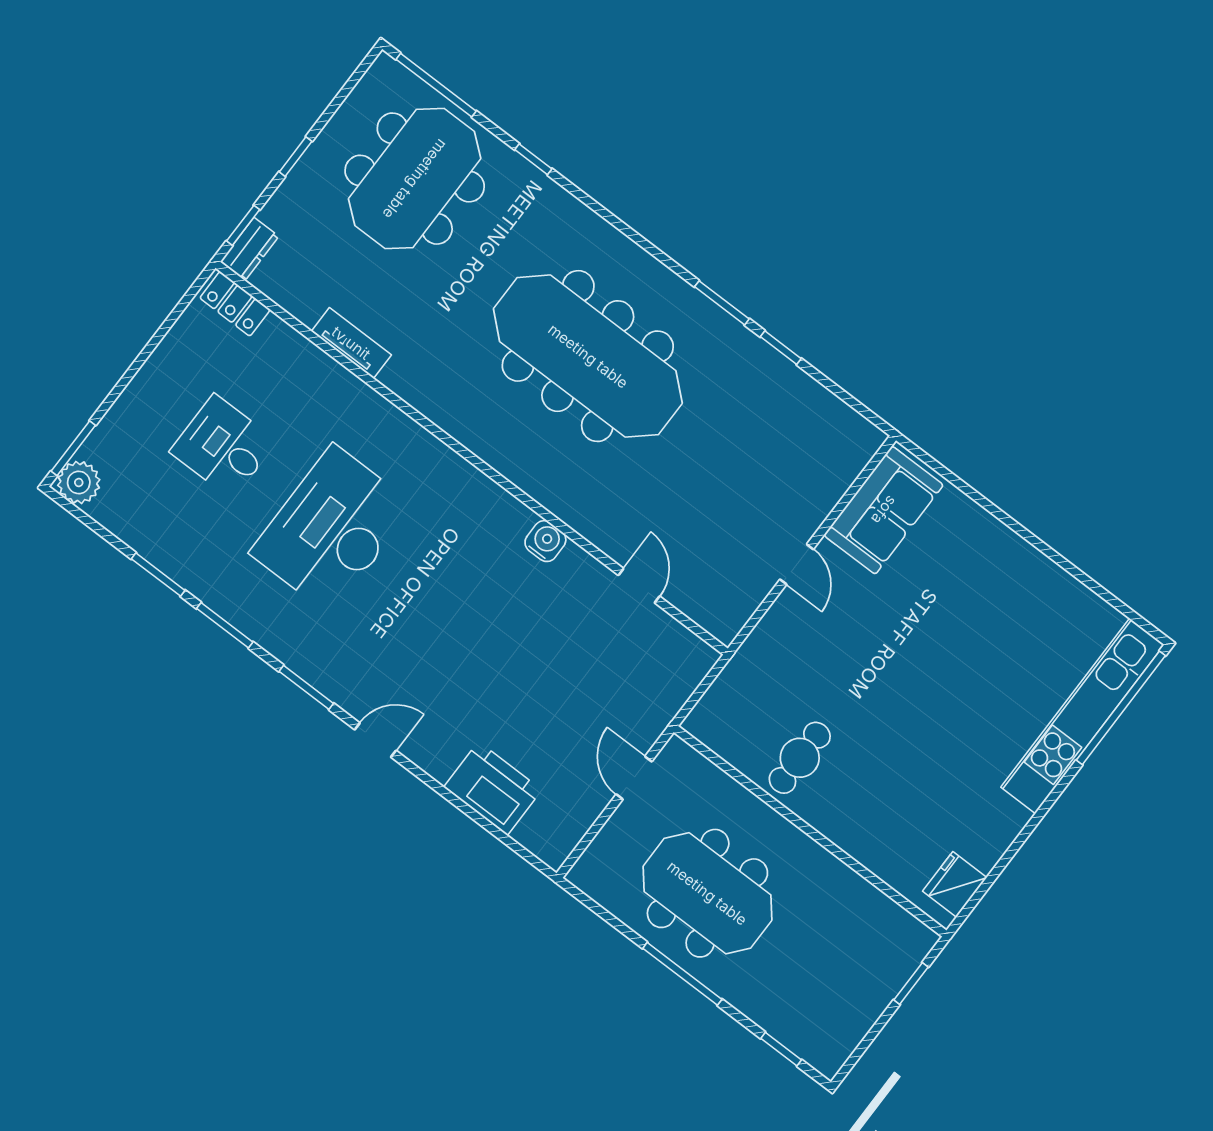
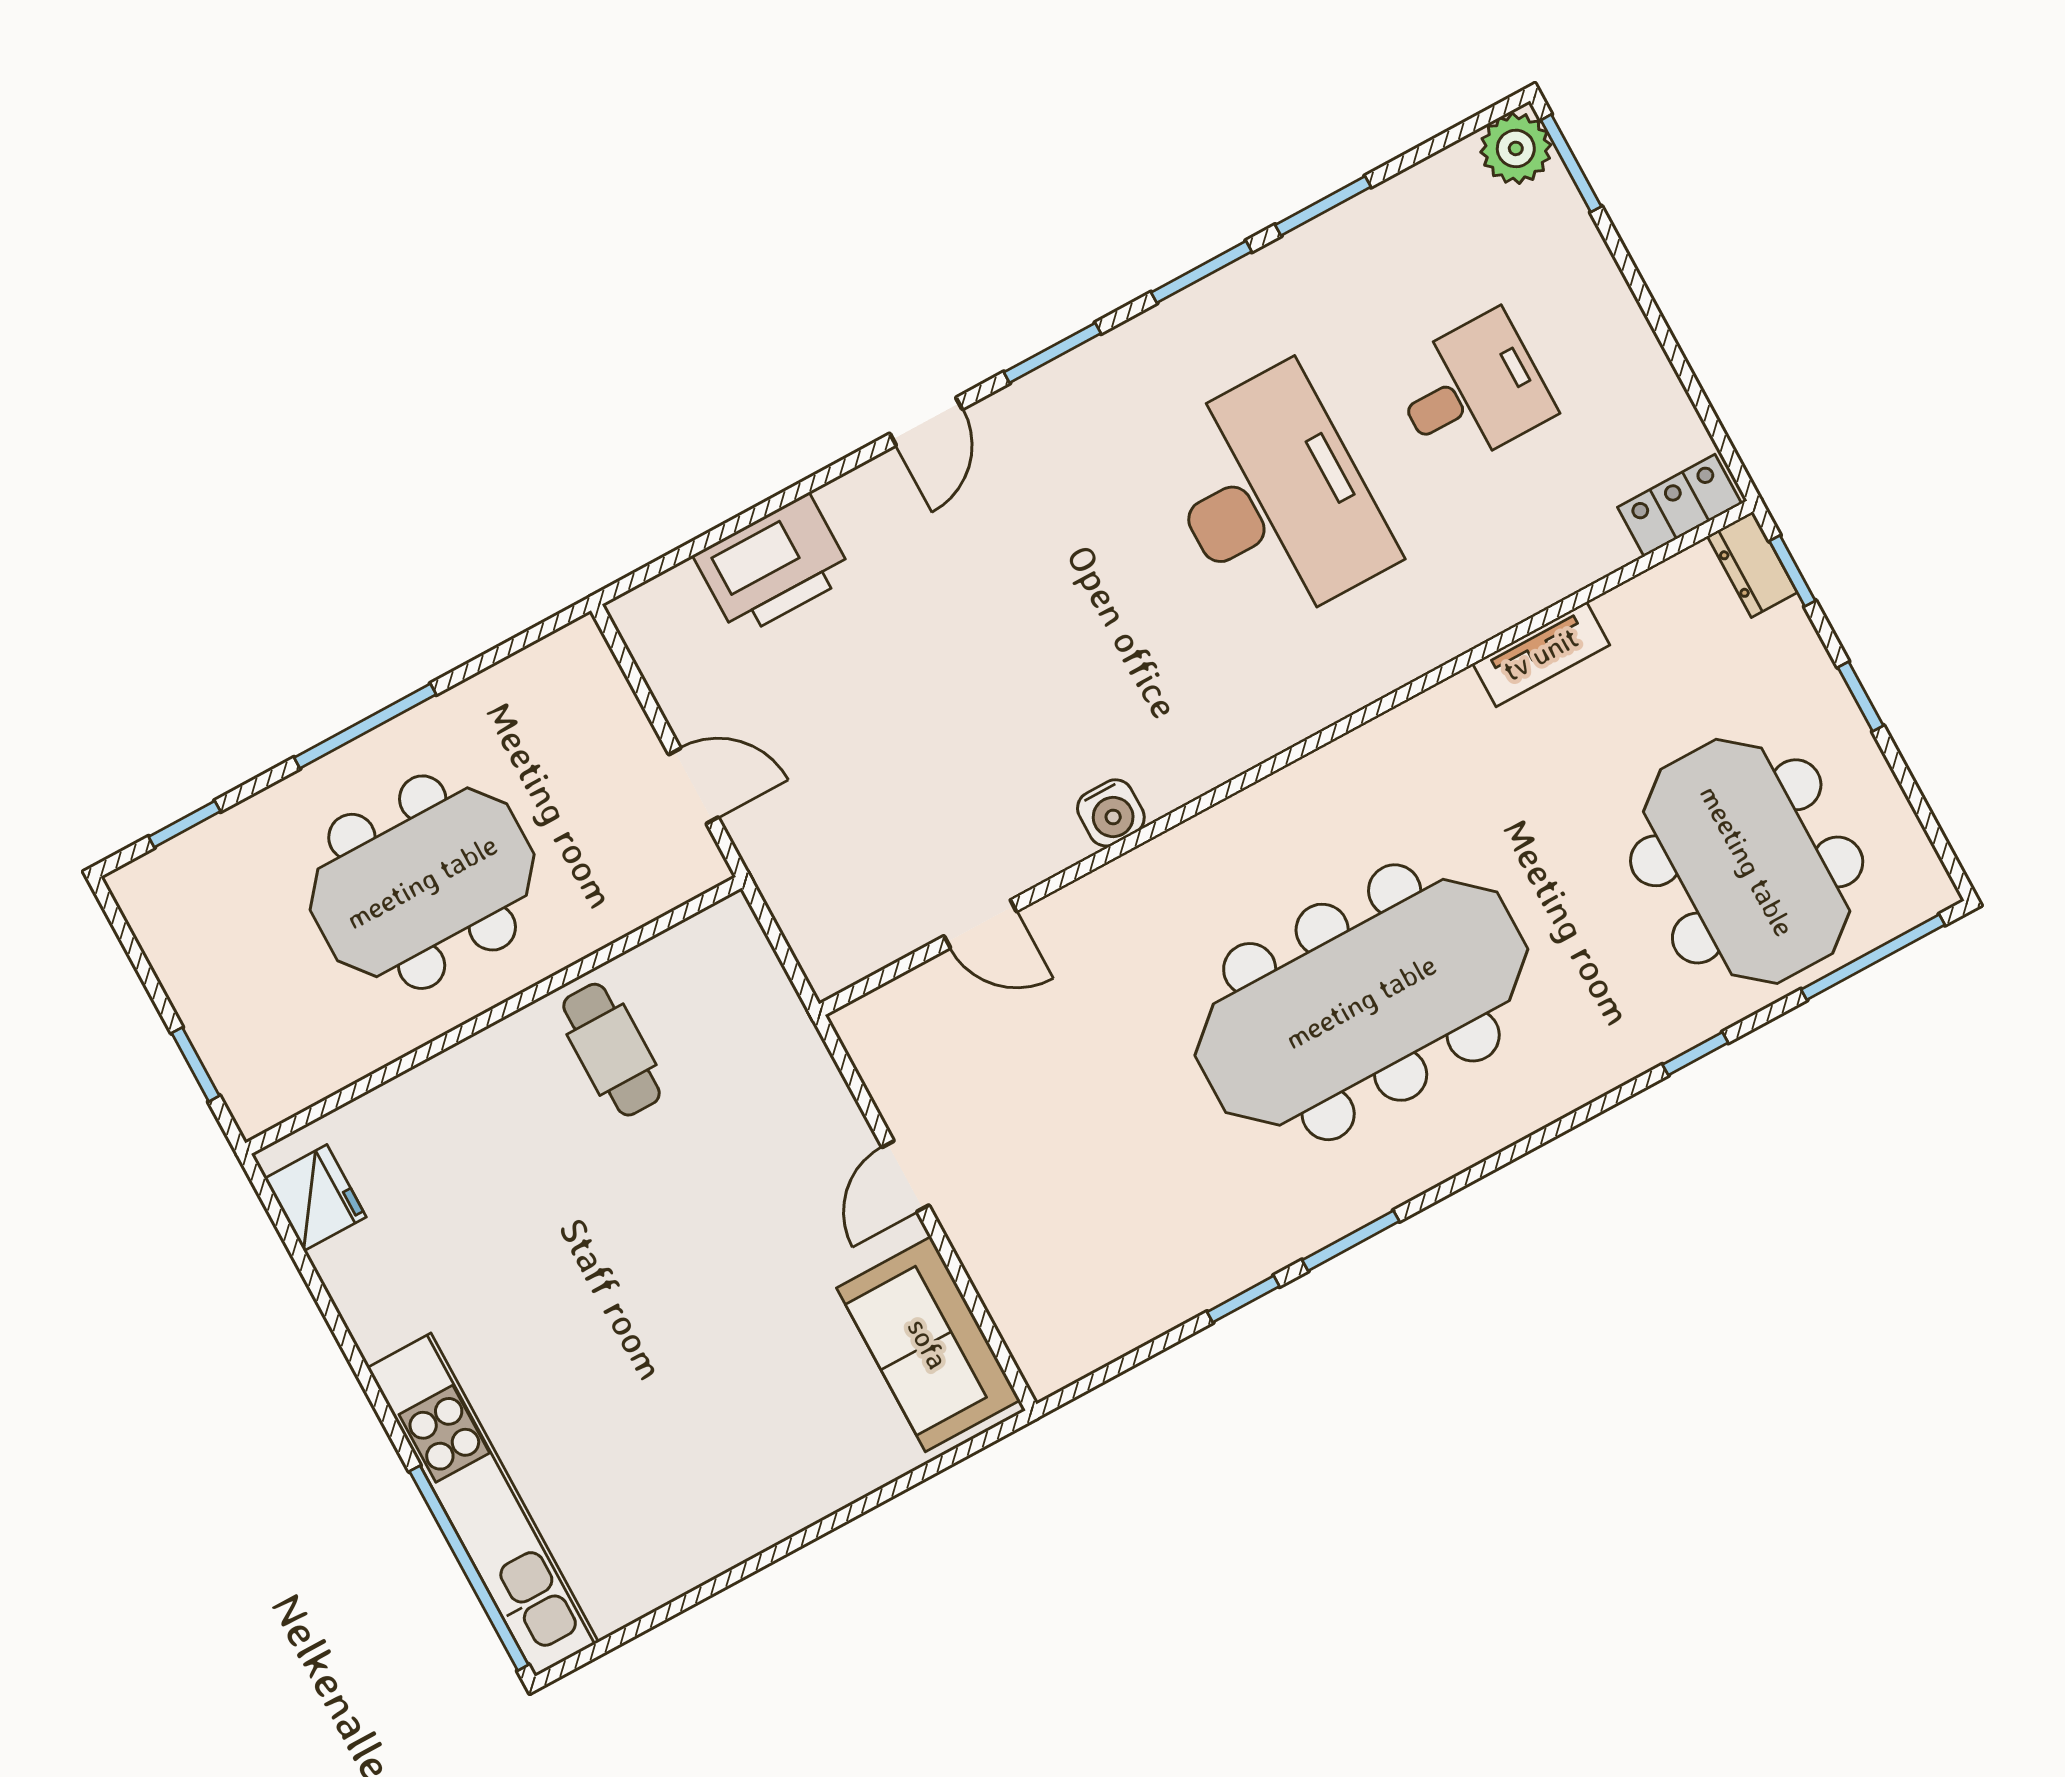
door: (797, 564) -> (905, 1176), hinge flipped
meeting table: (707, 893) -> (422, 882), moved

